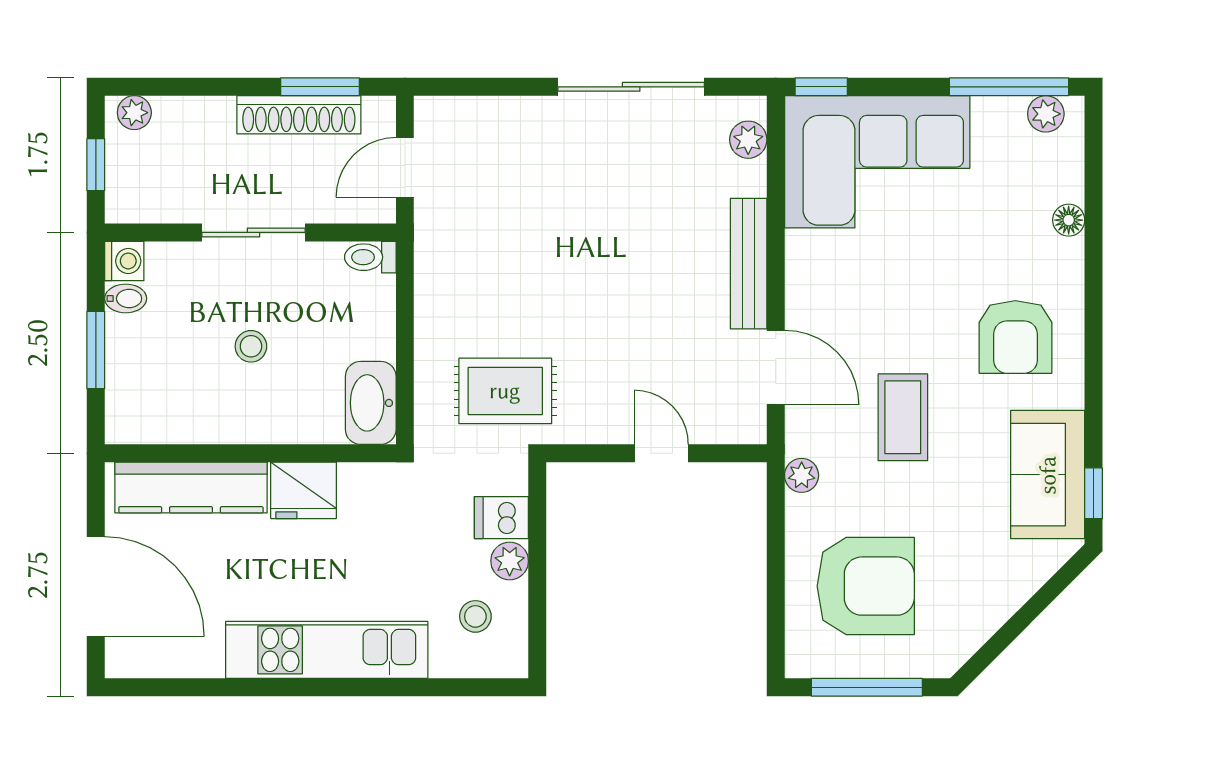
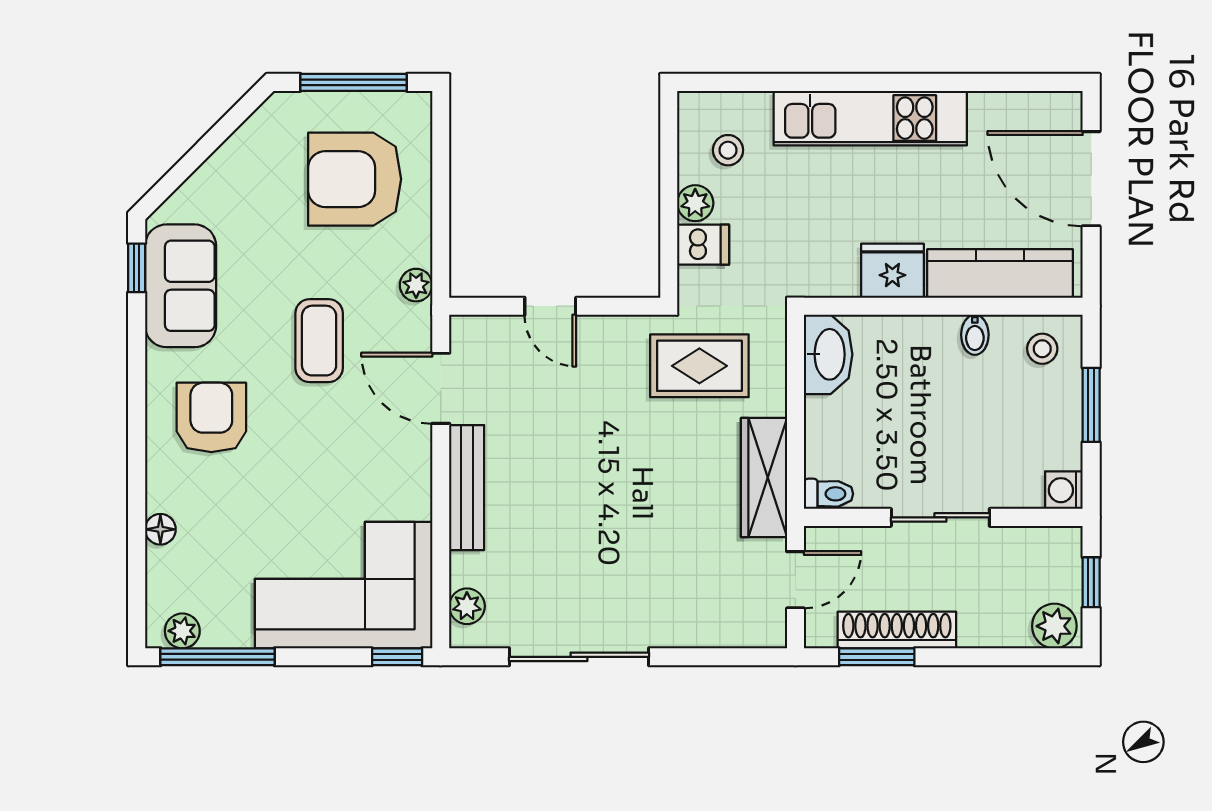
plant: (134, 113) -> (1054, 626), width x1.38, depth x1.38
wardrobe: (438, 274) -> (764, 478), added
bidet: (126, 298) -> (975, 335), moved, turned -90
stool: (251, 346) -> (1042, 349), moved

